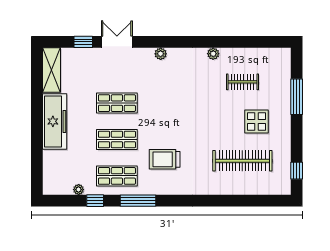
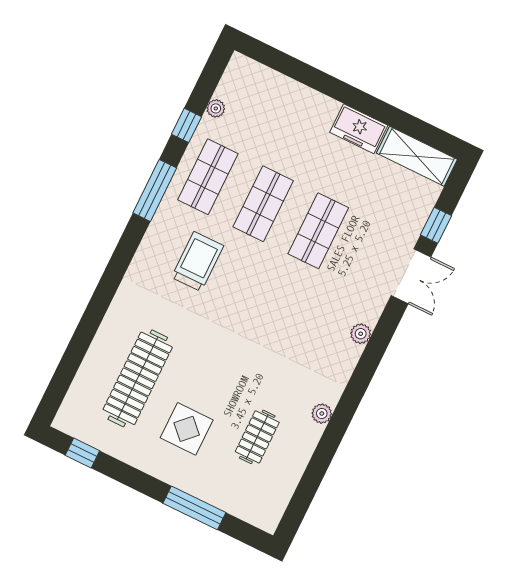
freezer: (55, 121) -> (359, 129), width x0.52, depth x0.79

